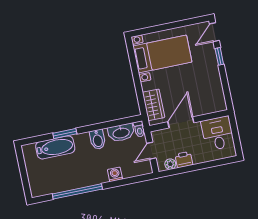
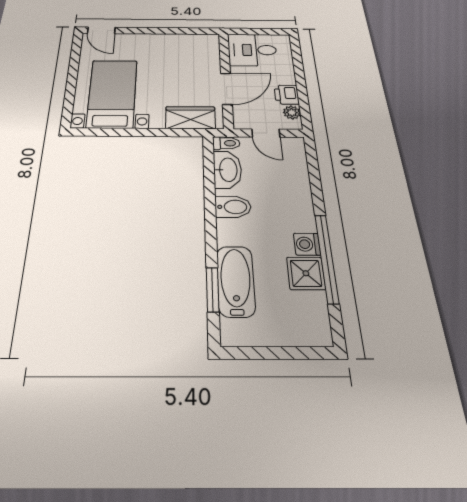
window: (219, 56) -> (138, 31), removed
door: (181, 122) -> (226, 89), swing flipped
window: (65, 133) -> (212, 289), moved
washing machine: (115, 174) -> (307, 244), moved
shower: (67, 182) -> (306, 273), added

